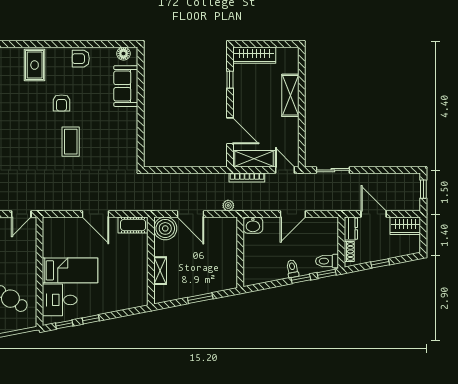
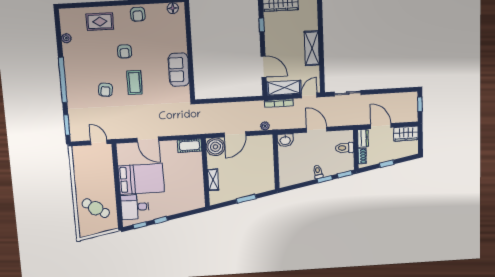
armchair: (81, 59) -> (138, 14), turned -90
rug: (35, 65) -> (100, 22), turned 90
sofa: (126, 86) -> (179, 70), moved
shelving: (290, 95) -> (312, 48), moved
armchair: (35, 149) -> (106, 90), added
door: (285, 170) -> (309, 95), hinge flipped
door: (21, 214) -> (99, 142), swing flipped
door: (95, 214) -> (148, 139), moved
door: (190, 214) -> (235, 134), hinge flipped
door: (293, 214) -> (317, 130), swing flipped
toilet: (327, 261) -> (344, 148), moved
bed: (70, 270) -> (141, 179), width x1.50

